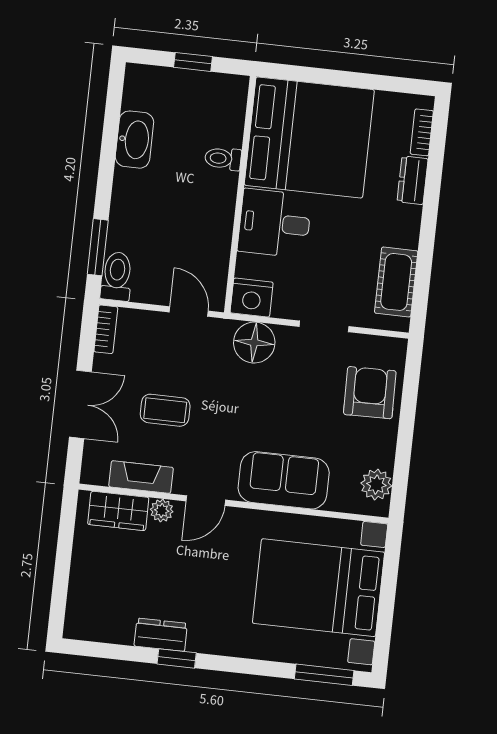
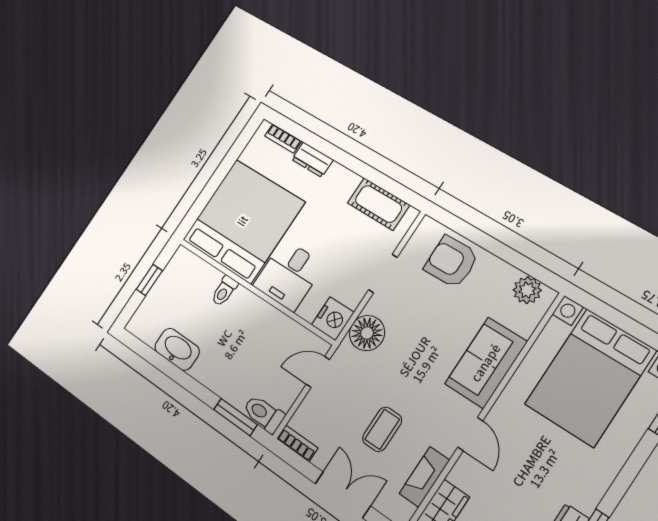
plant: (162, 510) -> (460, 474), removed

